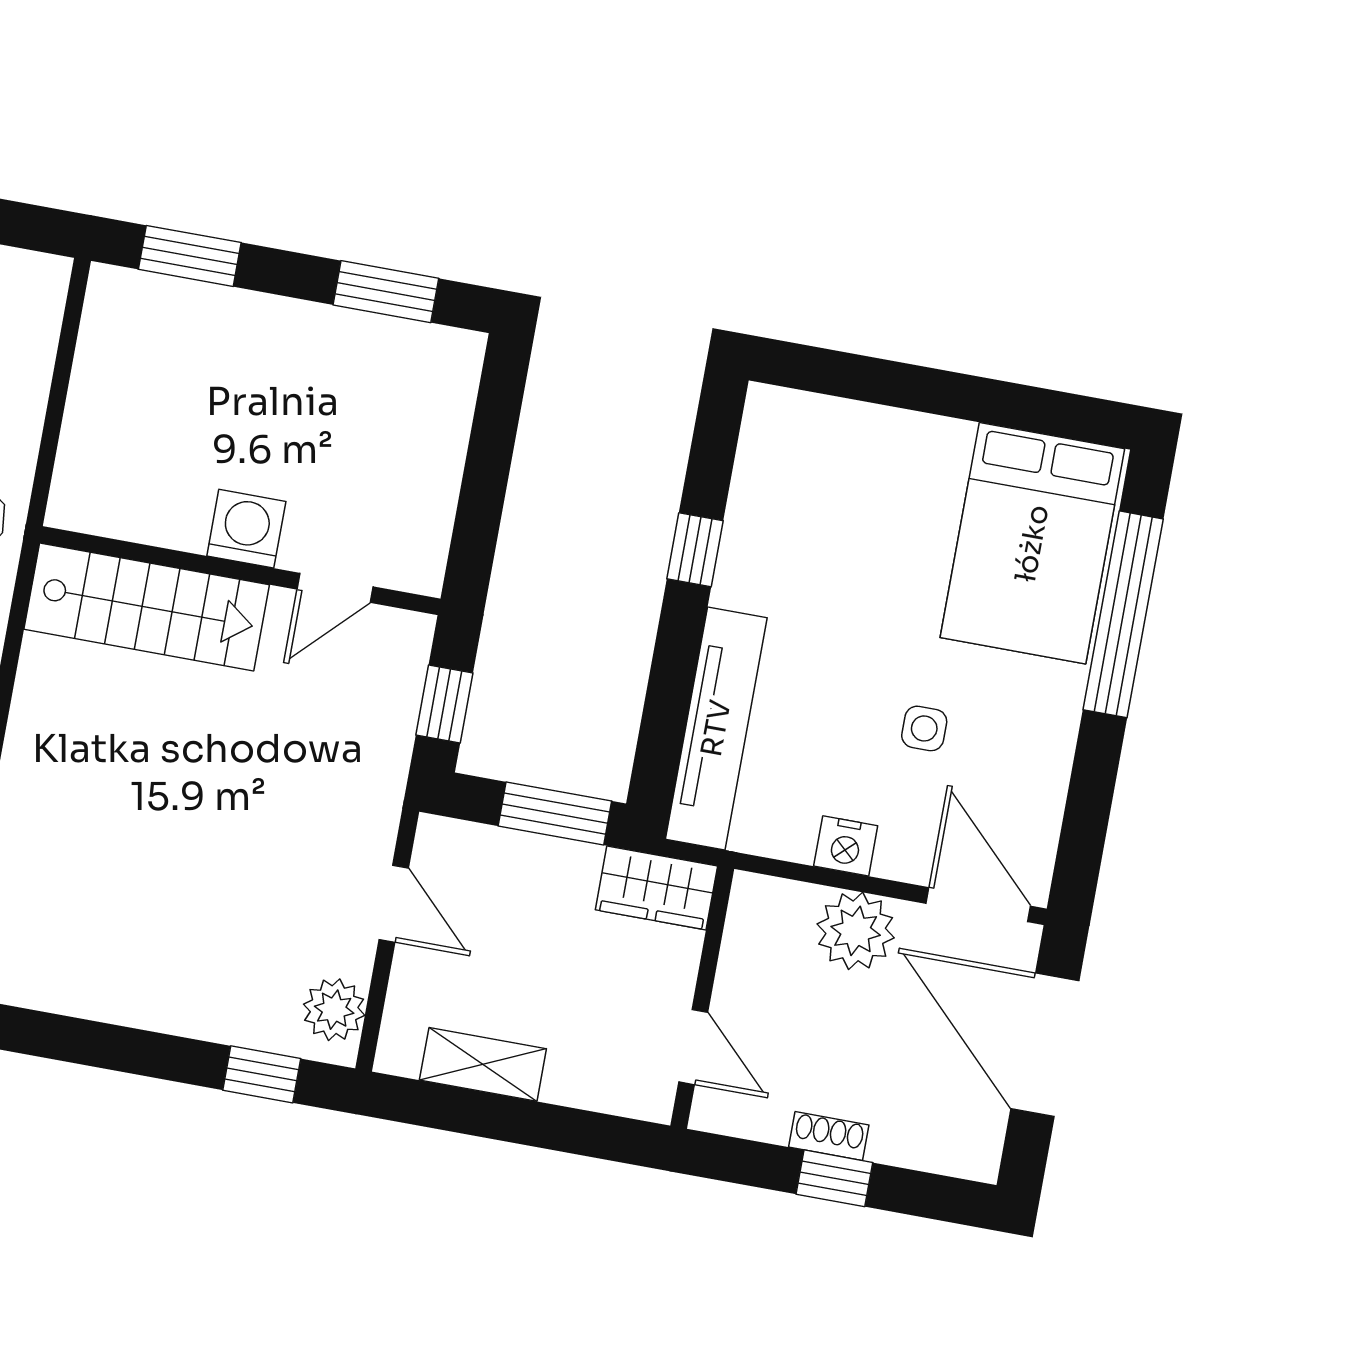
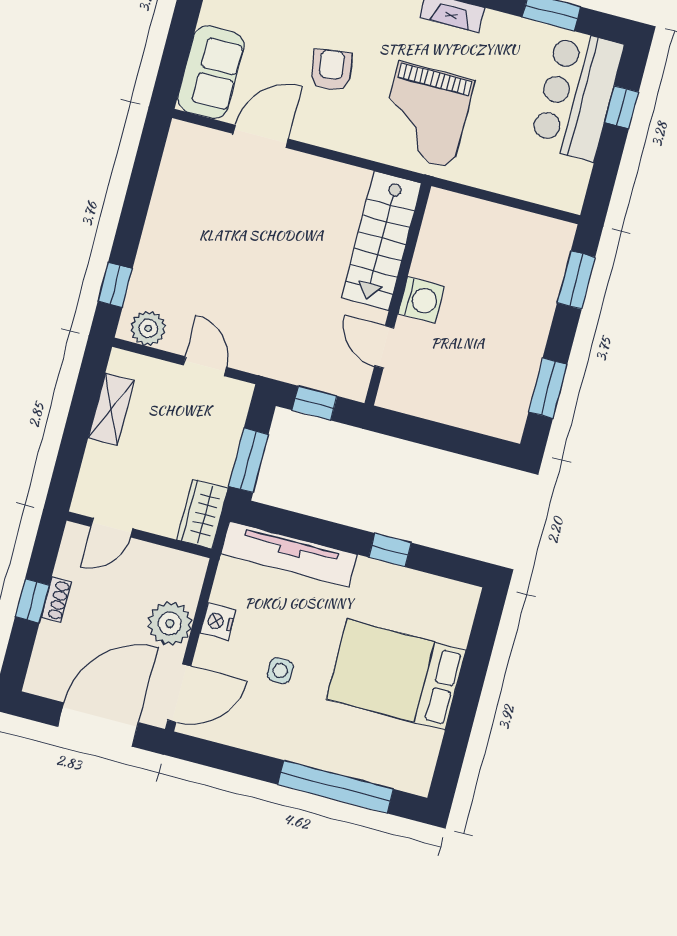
bed: (1032, 543) -> (396, 675), moved
door: (394, 904) -> (205, 366), swing flipped

